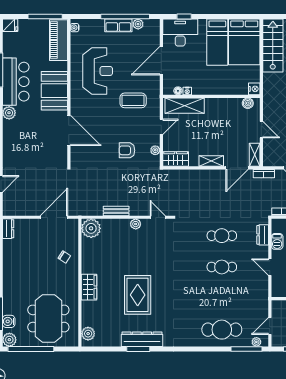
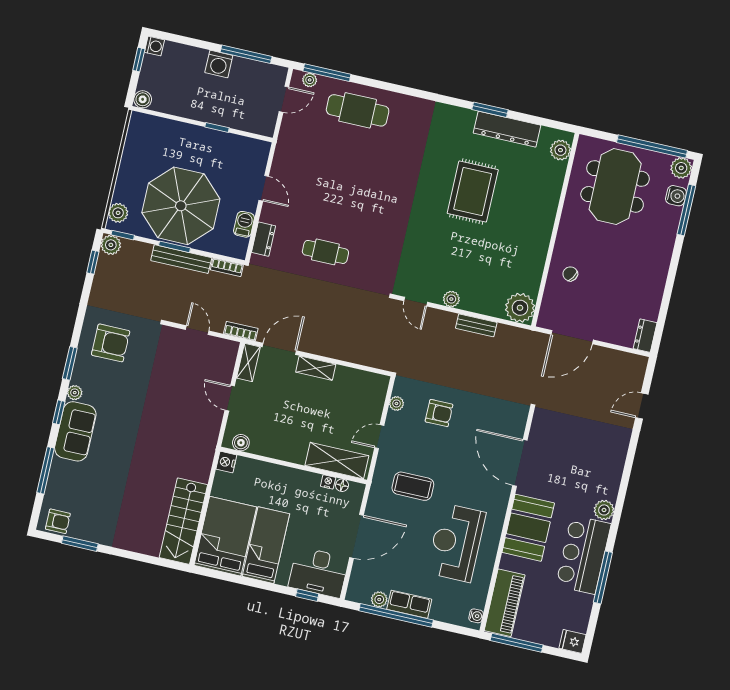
wardrobe: (176, 159) -> (369, 383), removed
cafe table: (222, 267) -> (336, 205), removed
wardrobe: (89, 287) -> (543, 220), removed
dresser: (142, 339) -> (507, 129), moved

